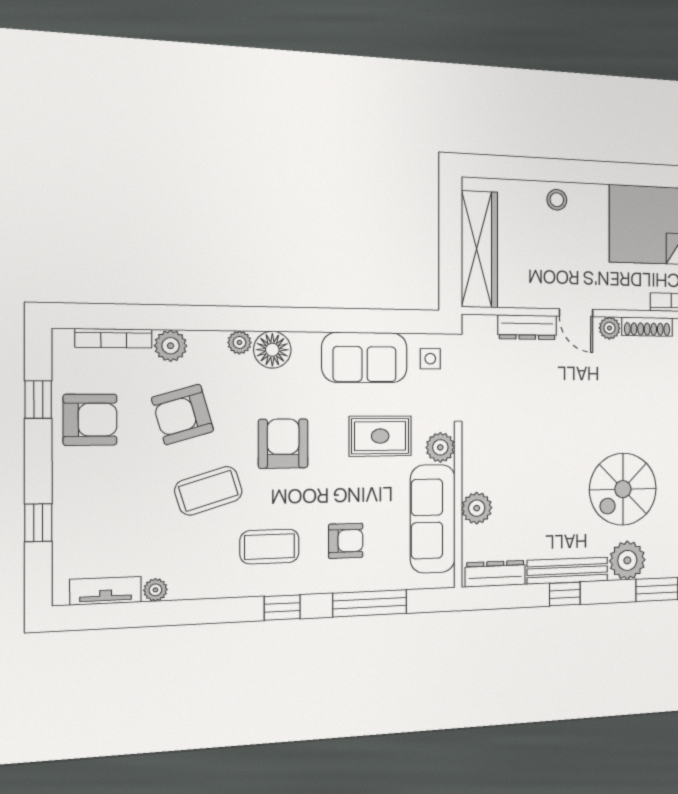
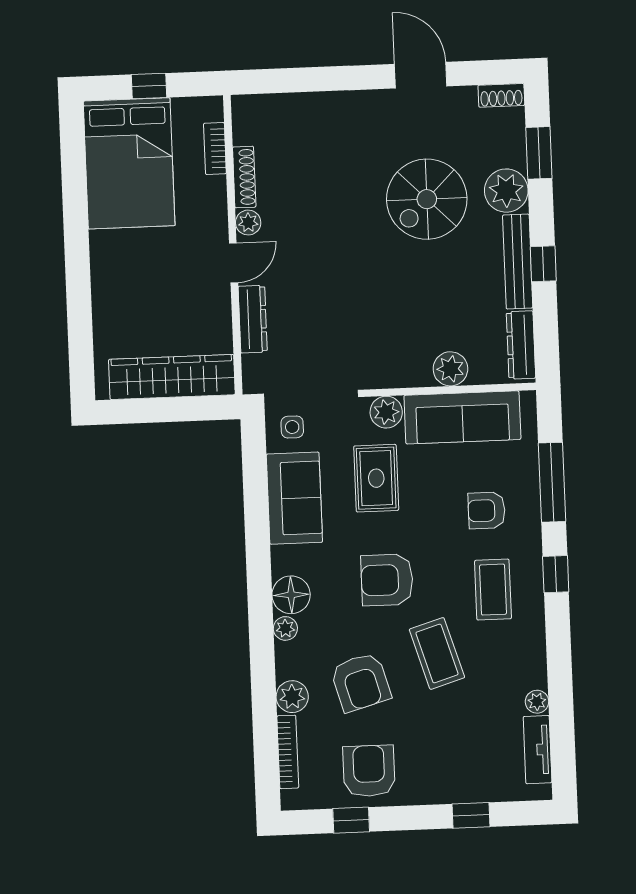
stool: (557, 200) -> (111, 291), removed
spiral stairs: (623, 489) -> (427, 199), turned 90
armchair: (346, 541) -> (487, 511), turned -90

